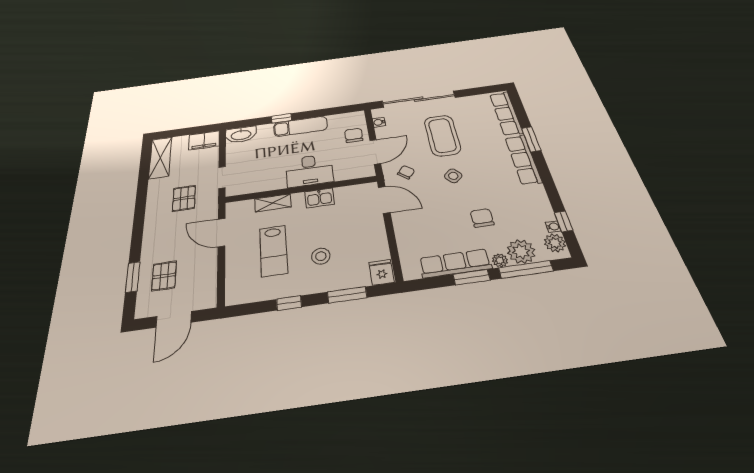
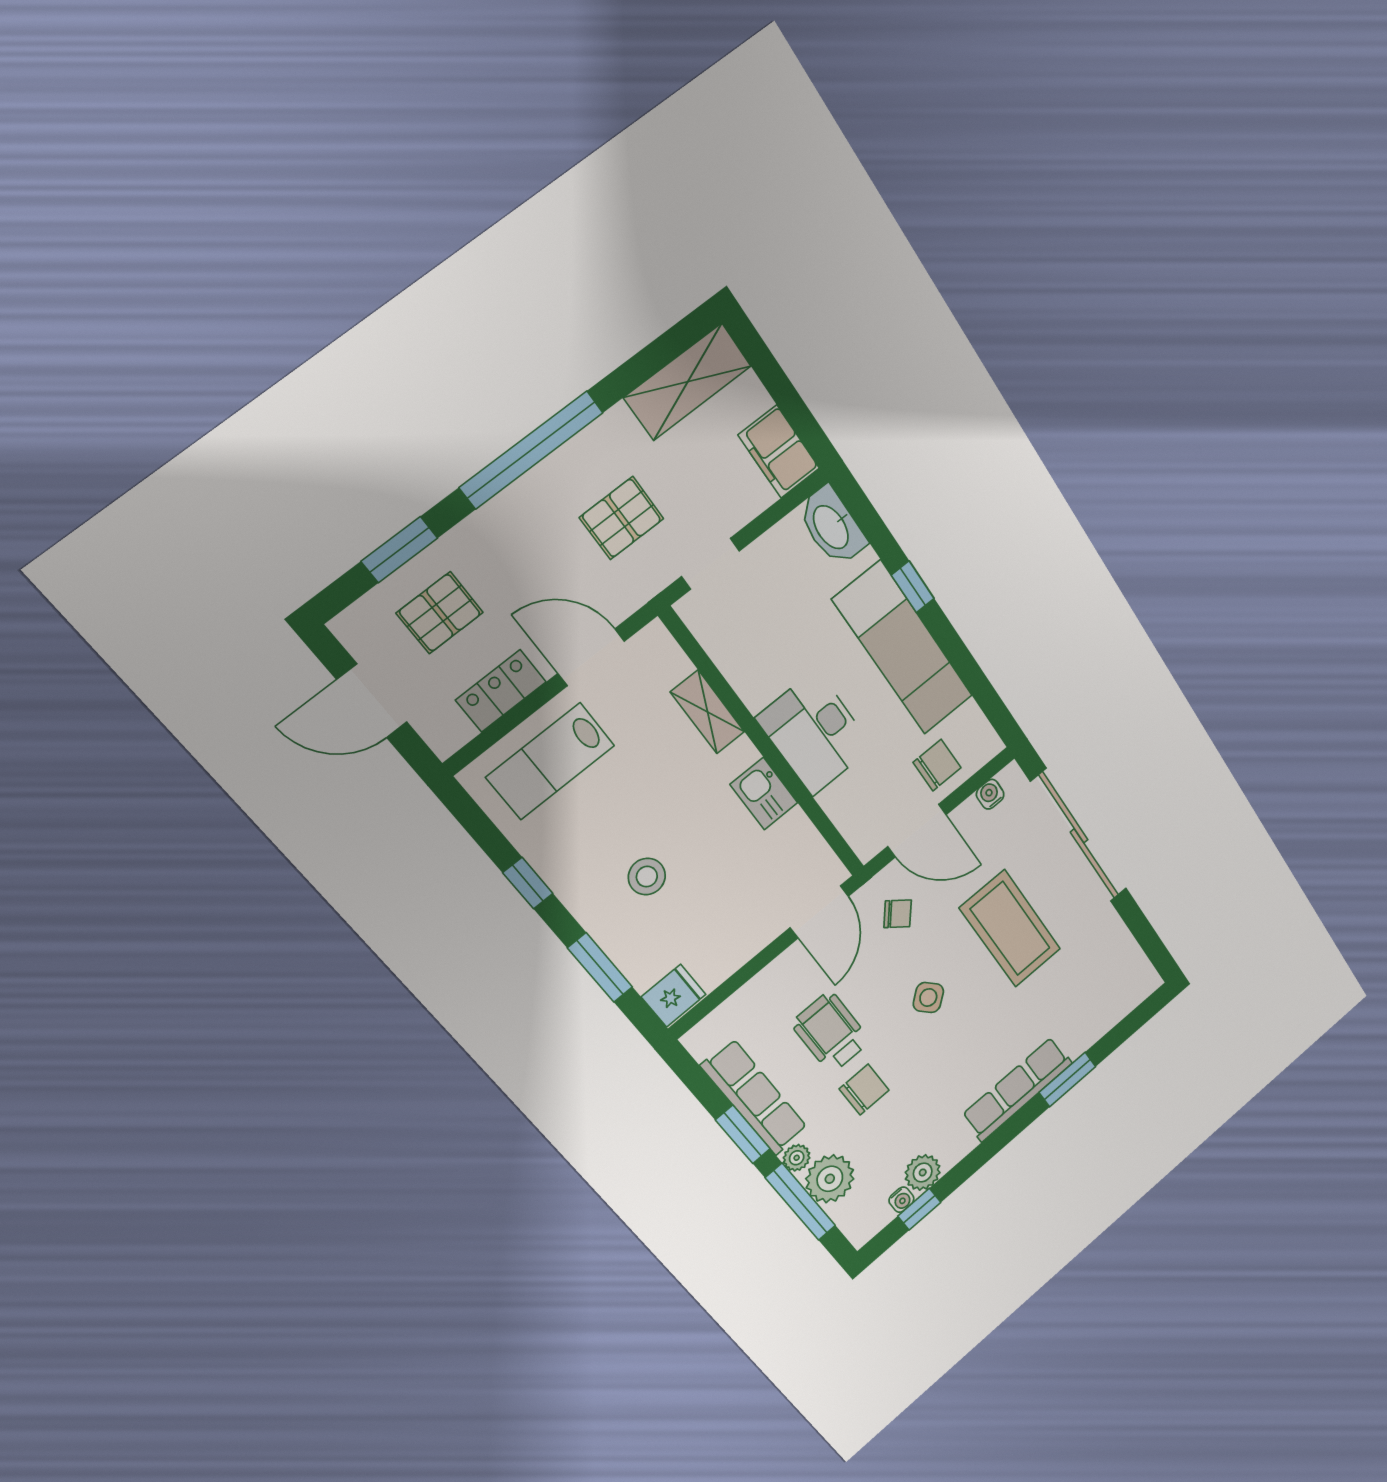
row of seats: (506, 113) -> (1109, 1009), removed
exam couch: (300, 126) -> (903, 648), width x1.36, depth x1.45
coffee table: (442, 135) -> (1010, 929), turned 90
window: (139, 215) -> (531, 450), added
wheelchair: (444, 219) -> (831, 1032), added
door: (222, 232) -> (591, 657), hinge flipped
plant: (555, 243) -> (923, 1172), moved
lab bench: (273, 251) -> (550, 761), moved
locker: (208, 270) -> (501, 691), added

